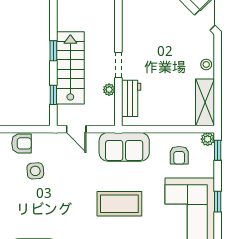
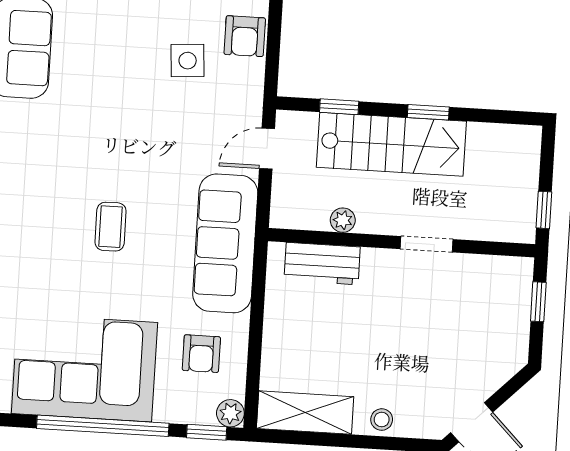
doorway: (118, 65) -> (427, 244), moved
sofa: (124, 147) -> (225, 243), width x1.36
armchair: (179, 155) -> (201, 354), turned -90
window: (218, 202) -> (103, 426), width x3.17
coffee table: (119, 204) -> (111, 227), width x0.54, depth x0.58

